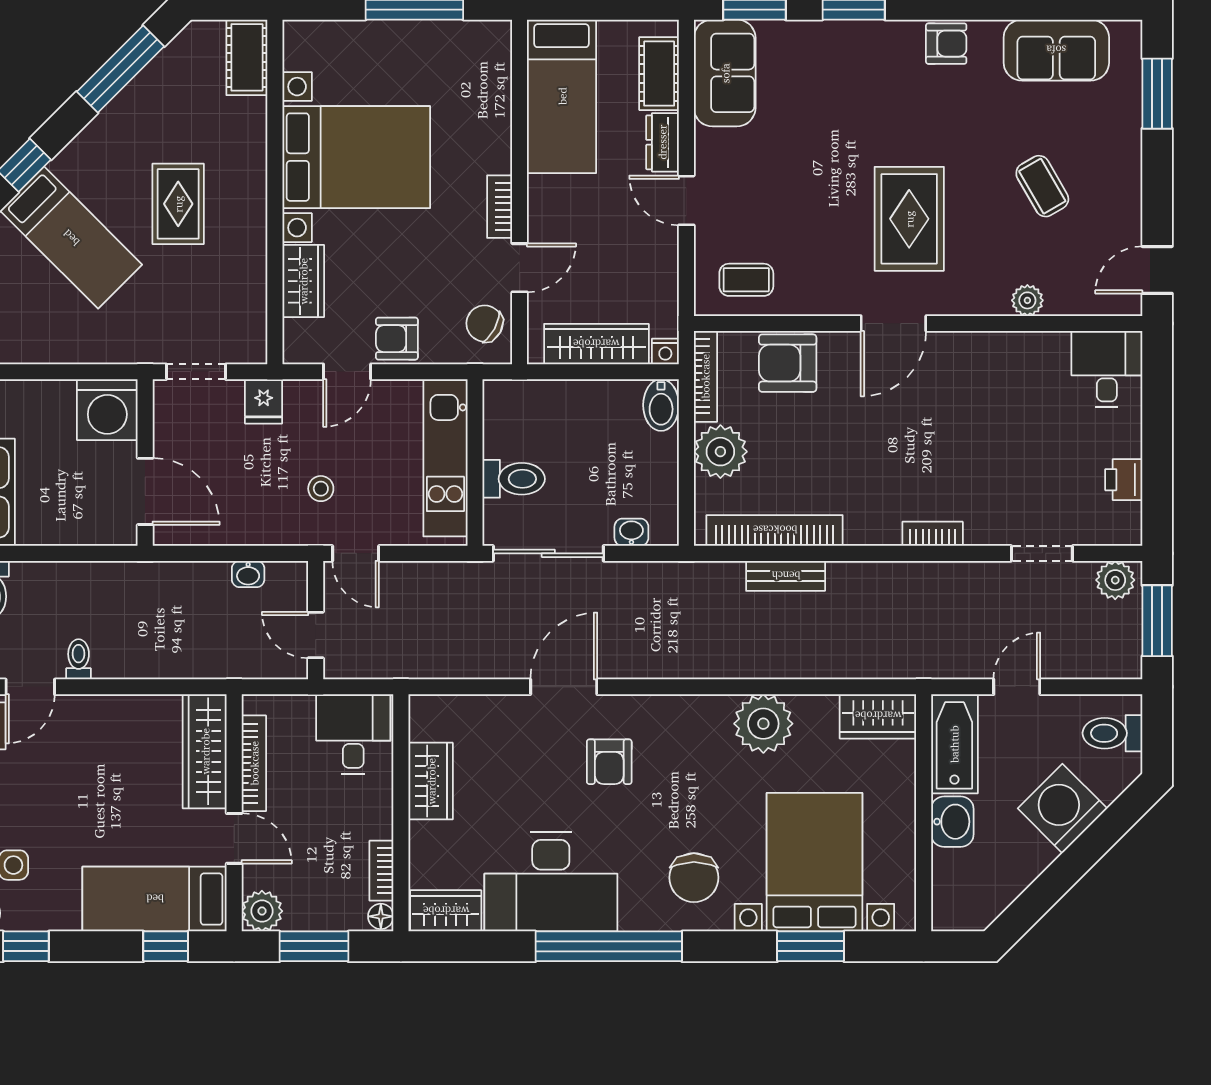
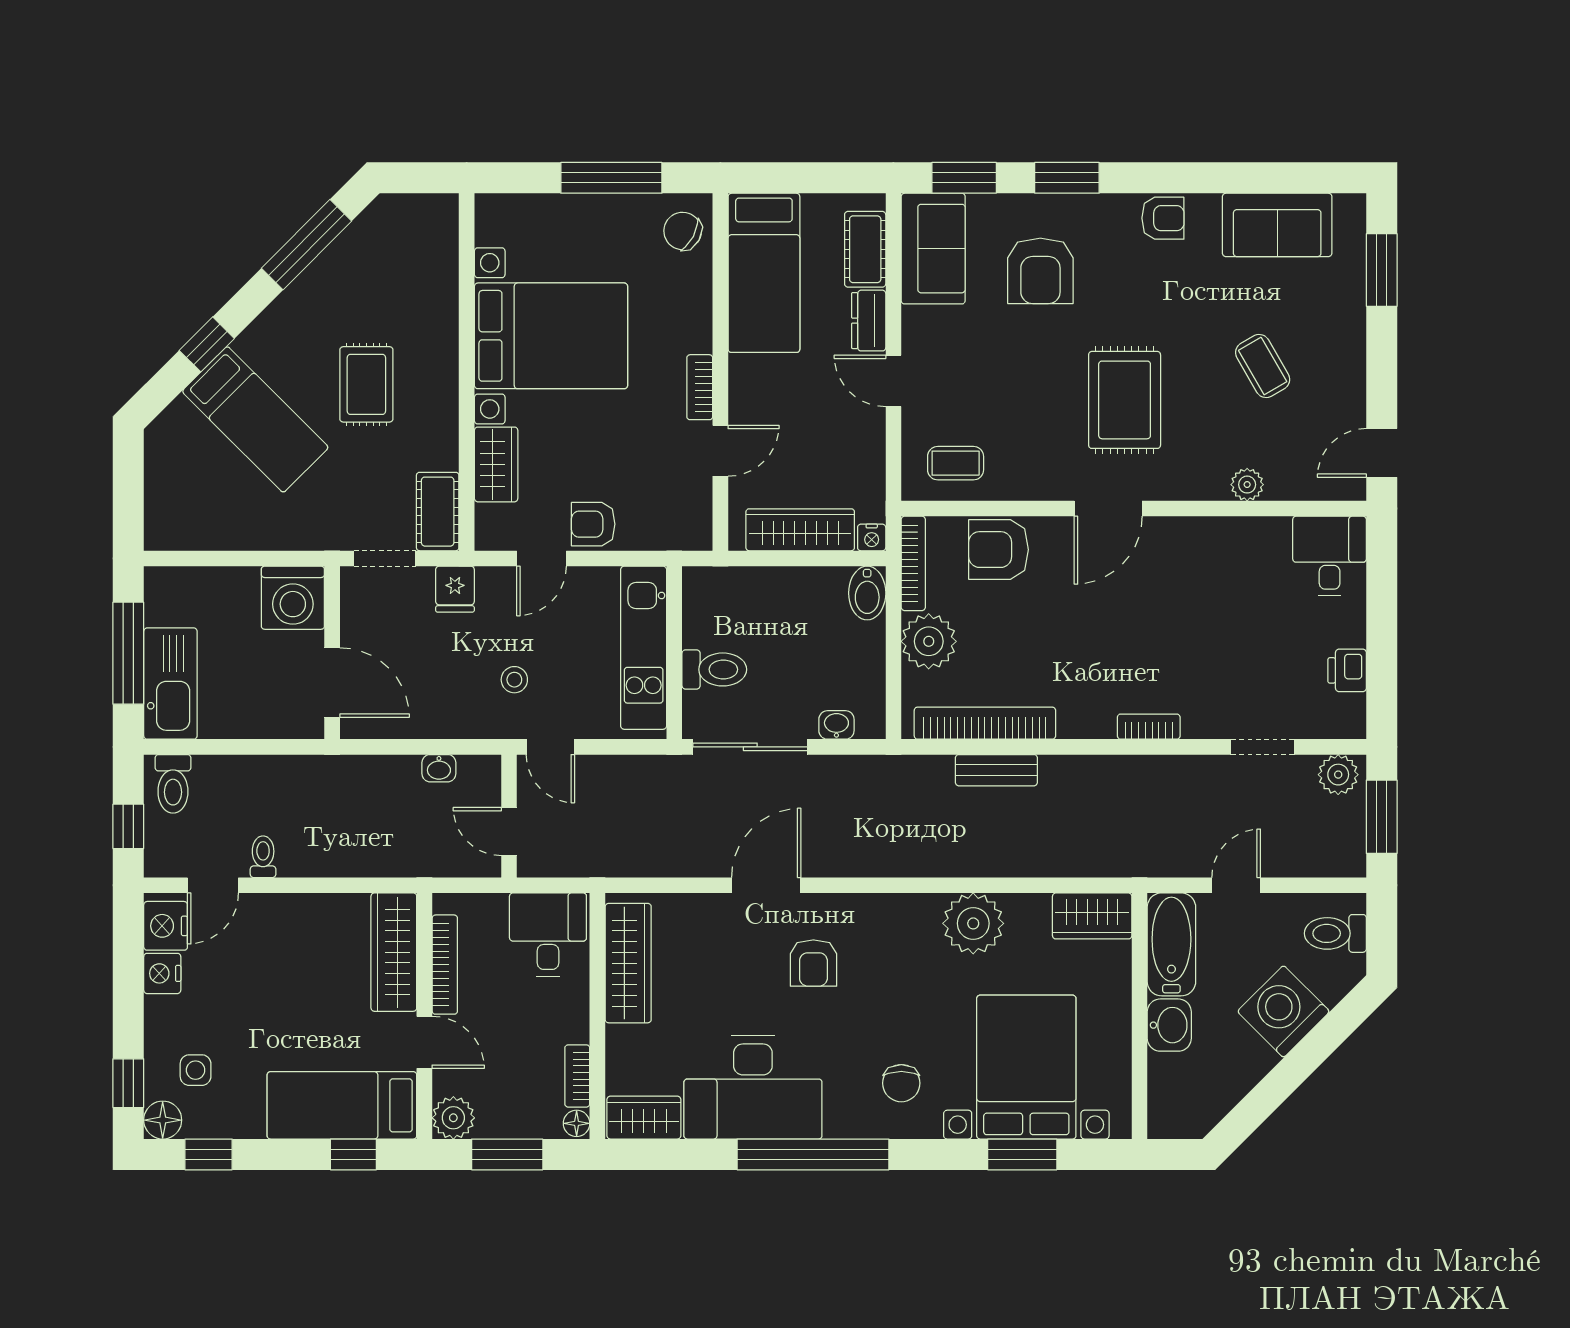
cot: (247, 57) -> (438, 512), moved
armchair: (828, 94) -> (1040, 271), added
chair: (485, 324) -> (683, 231), moved
wardrobe: (431, 781) -> (628, 963), width x1.50
chair: (694, 878) -> (901, 1083), width x0.73, depth x0.73

